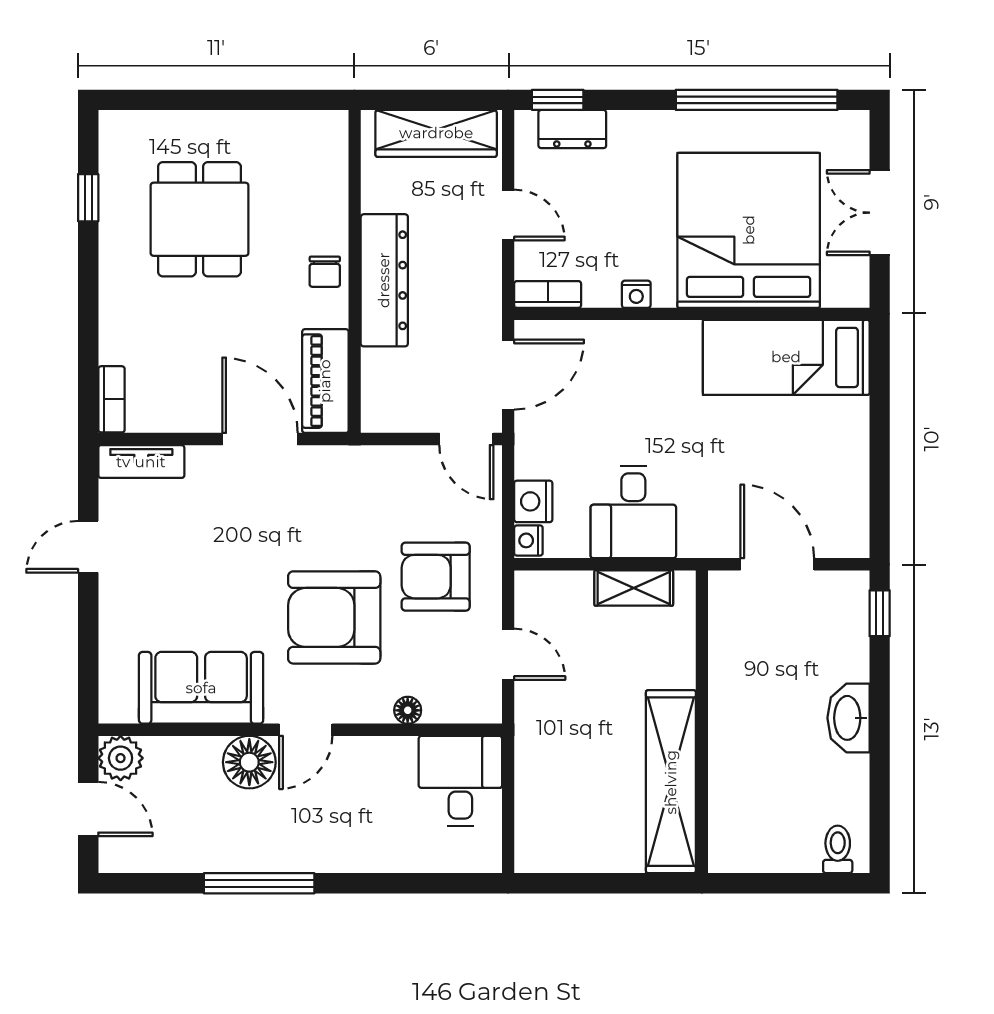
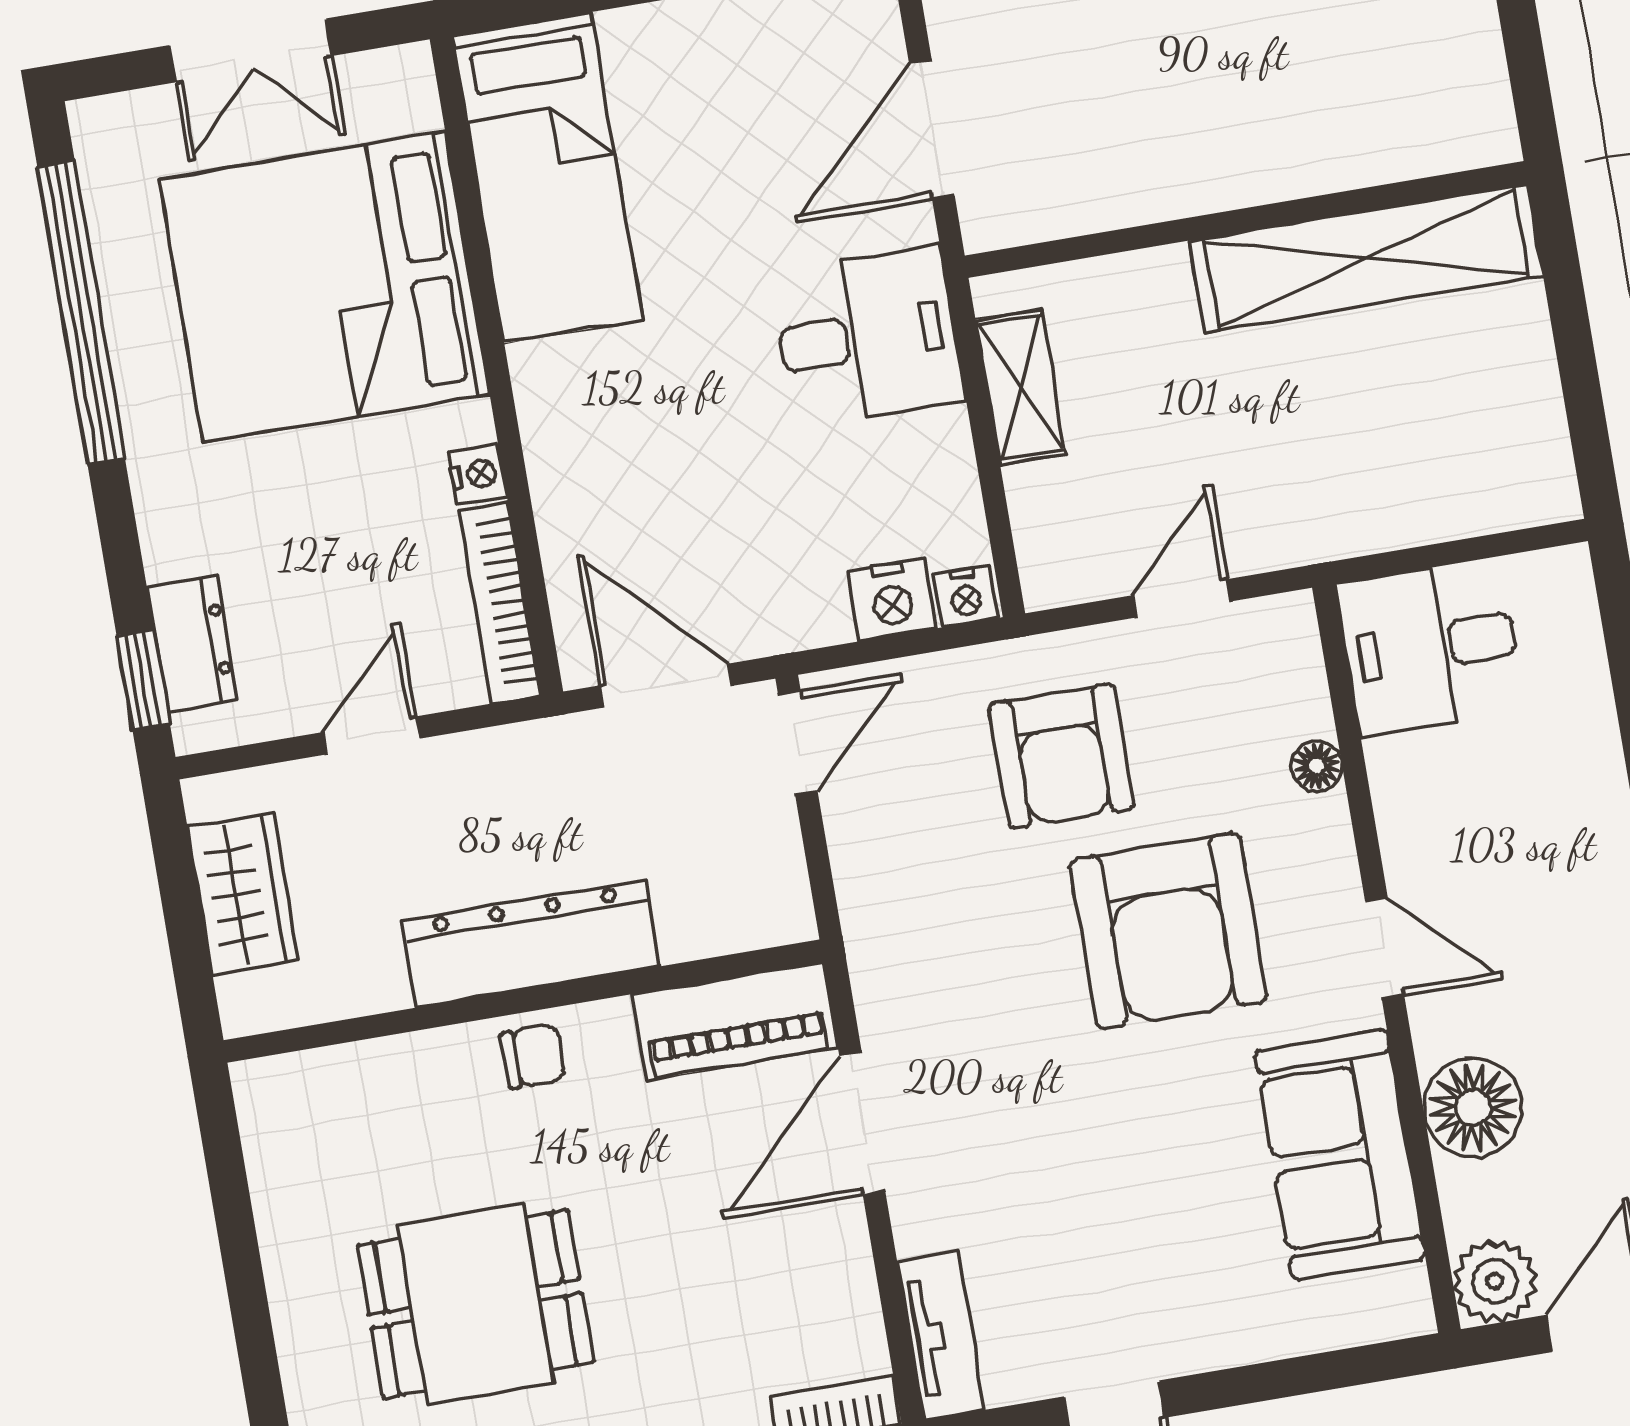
wardrobe: (436, 133) -> (243, 894), width x0.67
bookcase: (548, 294) -> (500, 603), width x1.56
desk: (633, 512) -> (868, 337), moved
floor lamp: (249, 762) -> (1473, 1108), moved

